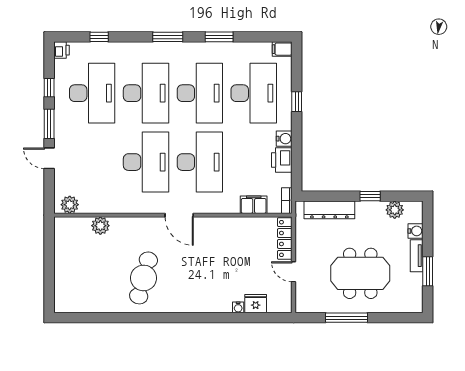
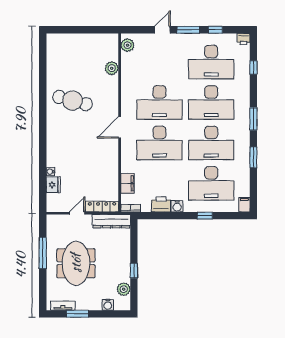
dresser: (329, 210) -> (111, 221), moved, turned -90
tv unit: (417, 256) -> (63, 306), moved

